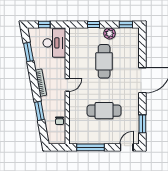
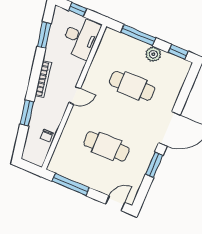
window: (94, 25) -> (138, 35), width x2.17
cafe table: (104, 61) -> (132, 86), turned 90
window: (142, 124) -> (154, 165), moved

